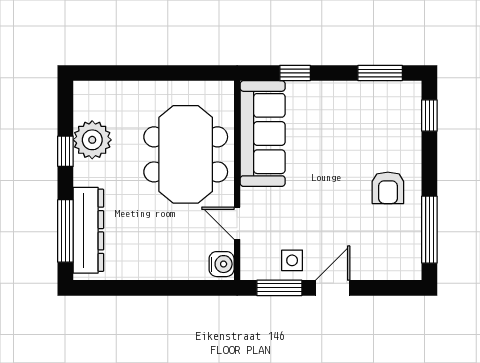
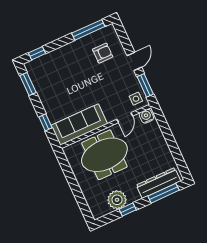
armchair: (388, 188) -> (103, 53), moved
side table: (292, 260) -> (136, 99), moved
door: (333, 288) -> (134, 61), swing flipped

